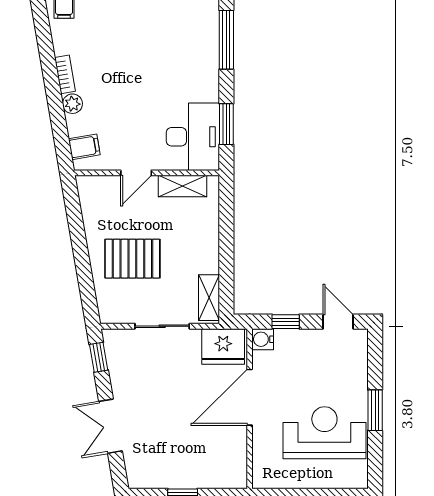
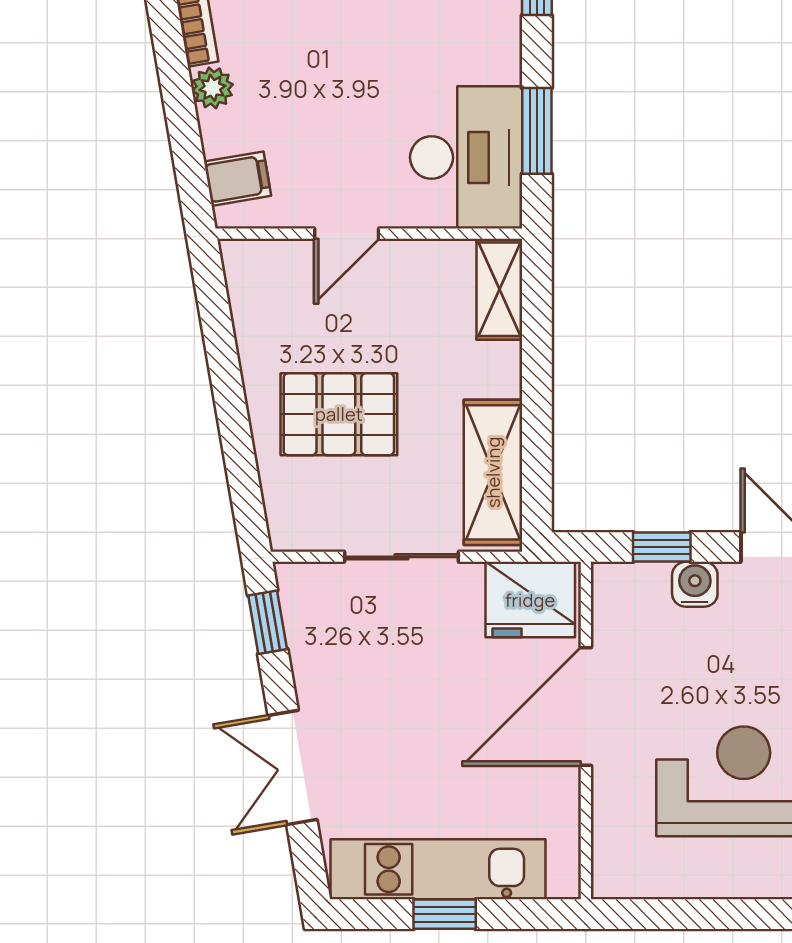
shelving: (182, 186) -> (499, 289), moved, turned 90
shelving: (209, 298) -> (493, 472), width x1.50, depth x1.33
water cooler: (263, 339) -> (695, 584), moved, turned 90
kitchen unit: (179, 474) -> (438, 869), added

